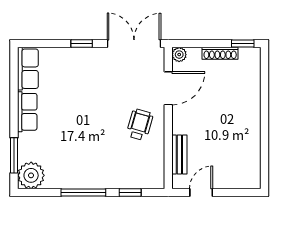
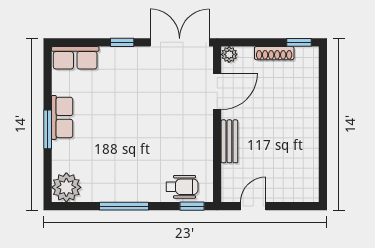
row of seats: (28, 69) -> (75, 58), moved, turned 90
wheelchair: (140, 125) -> (182, 187), moved, turned 74
bench: (179, 154) -> (229, 141), moved
window: (14, 155) -> (48, 129), moved
window: (130, 192) -> (192, 206), moved

